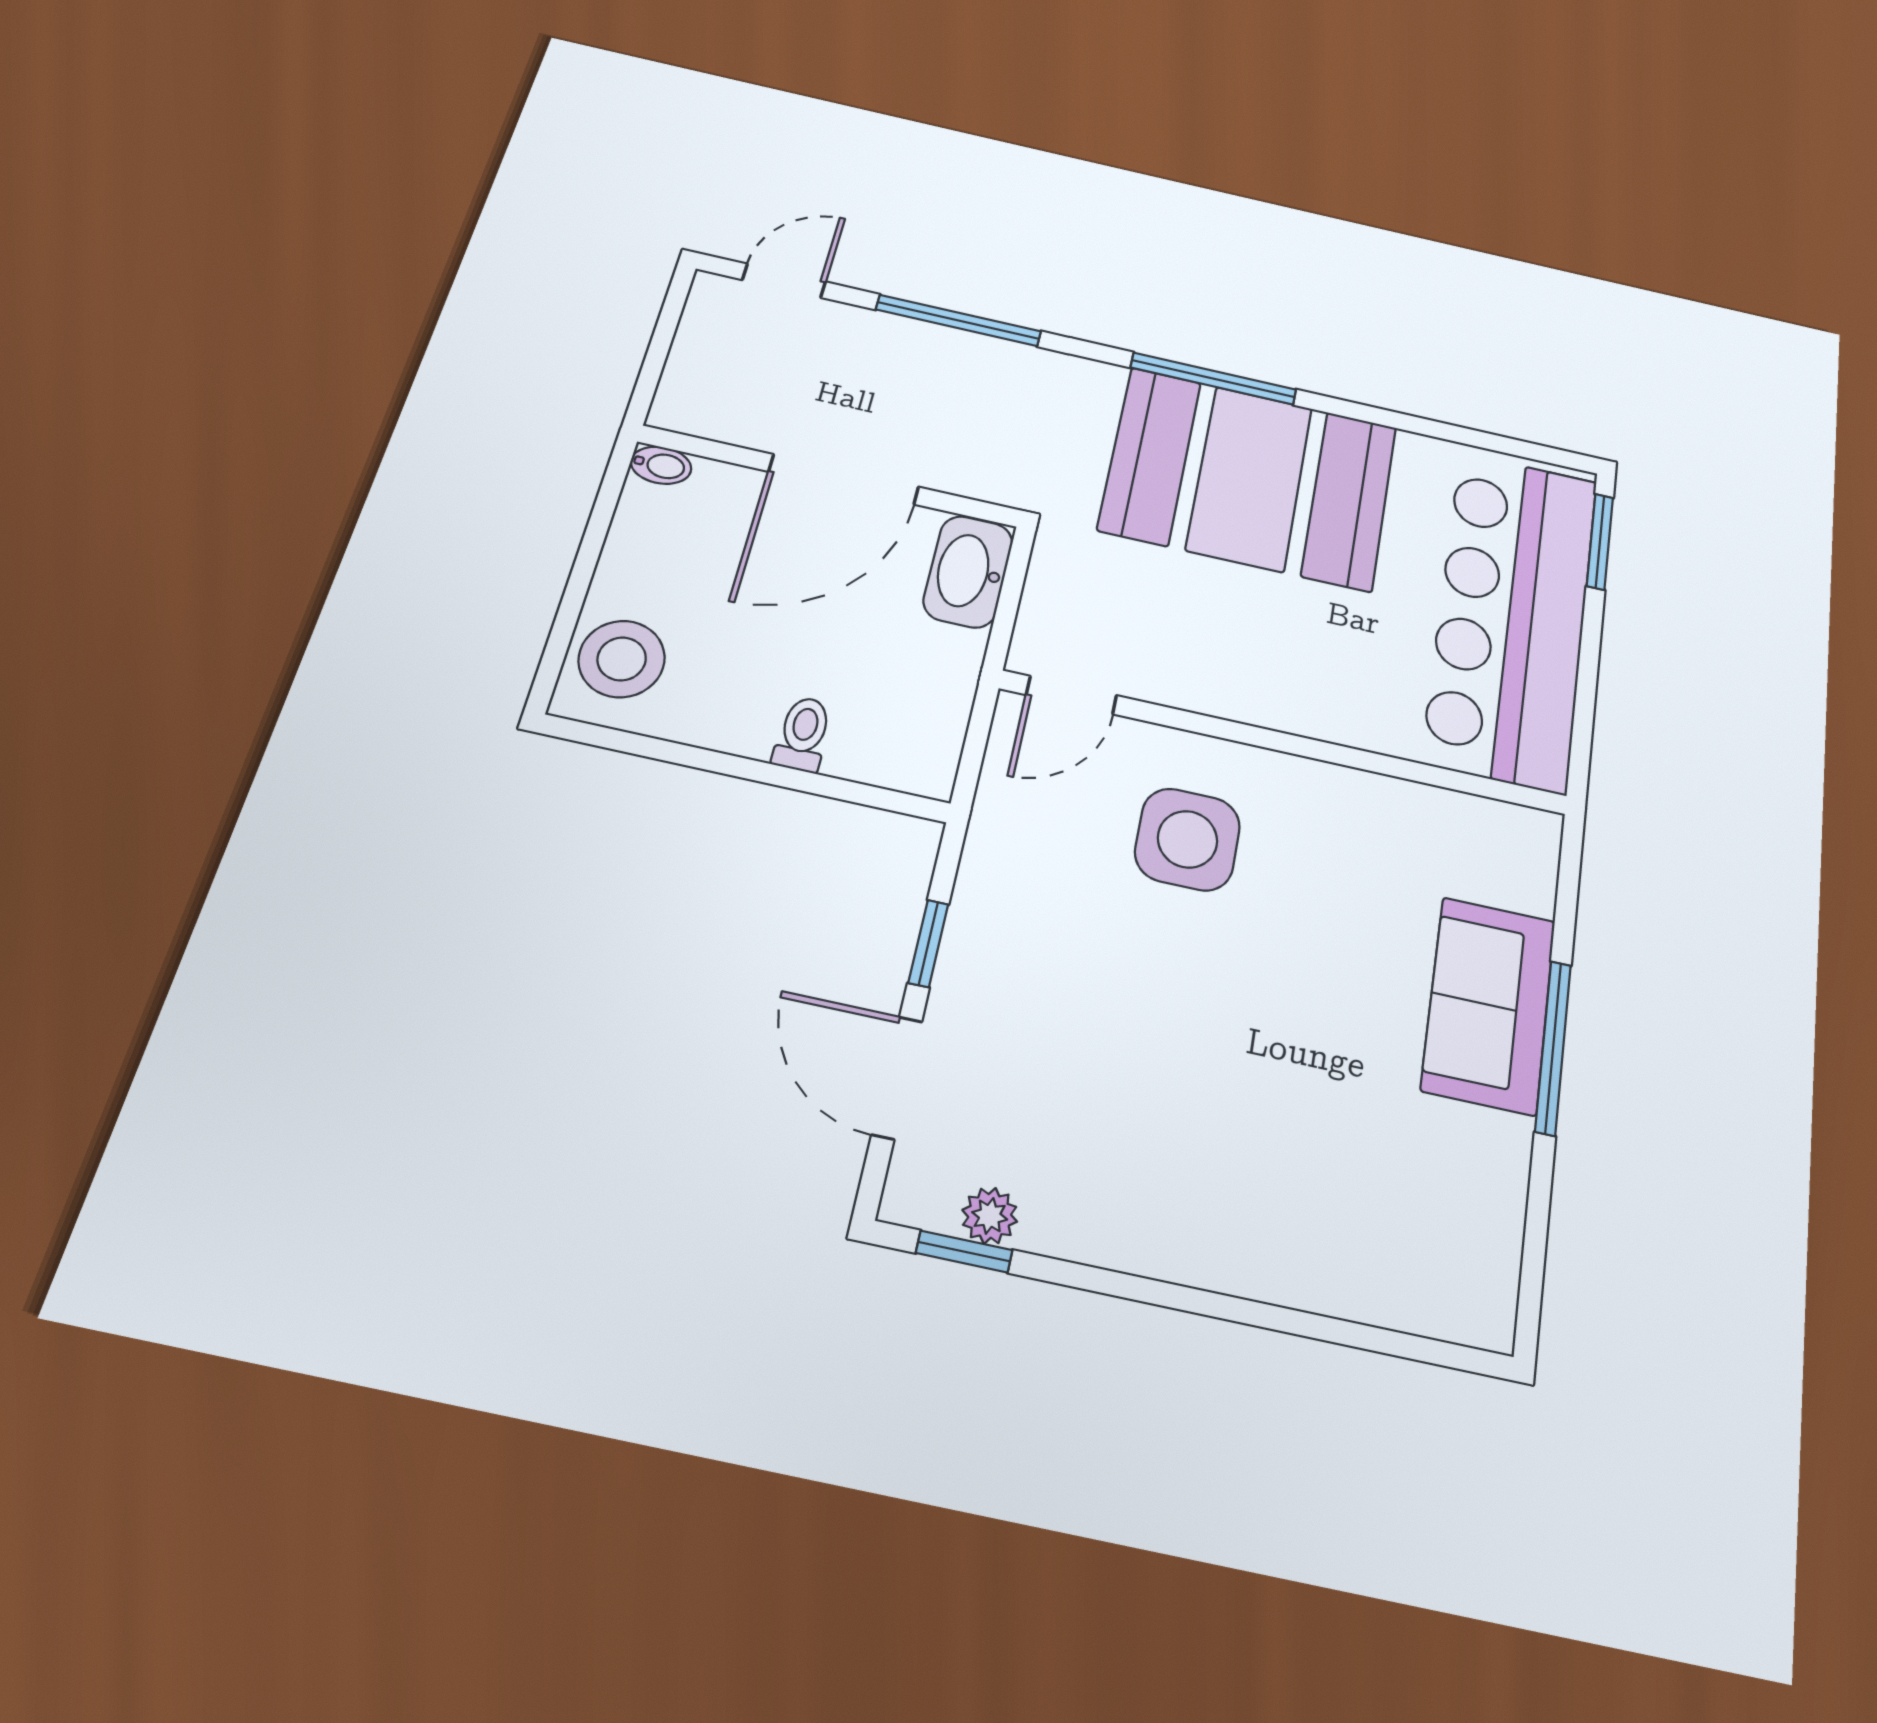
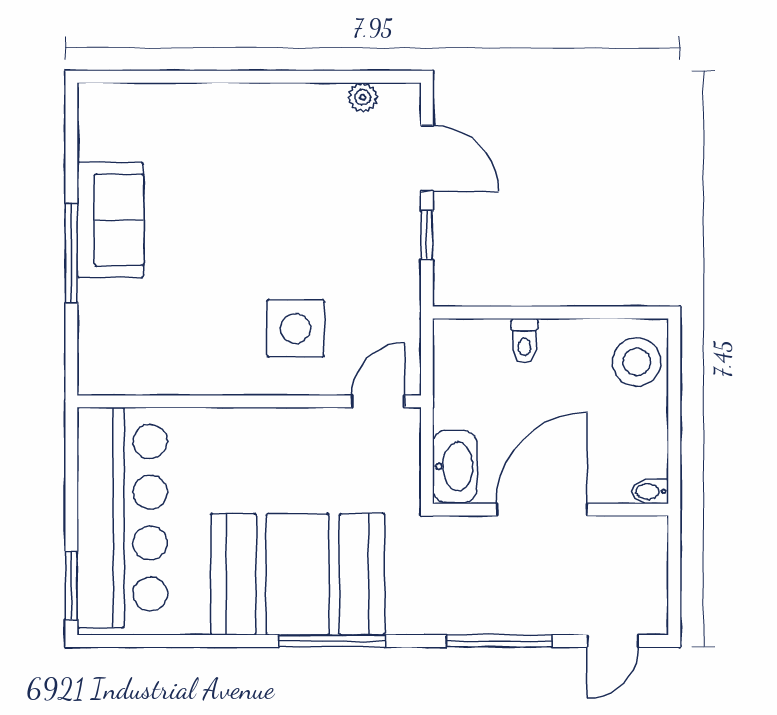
sofa: (1489, 1005) -> (110, 220), moved
window: (964, 1252) -> (372, 77), removed

